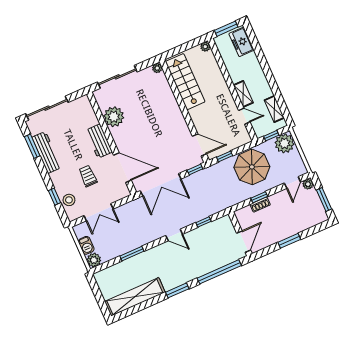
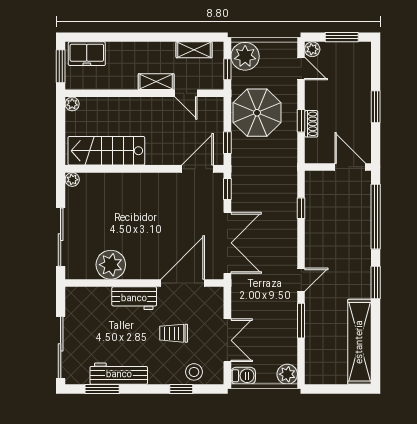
door: (244, 116) -> (186, 93), swing flipped
door: (174, 235) -> (301, 280), moved
barbecue: (86, 245) -> (243, 376), moved

